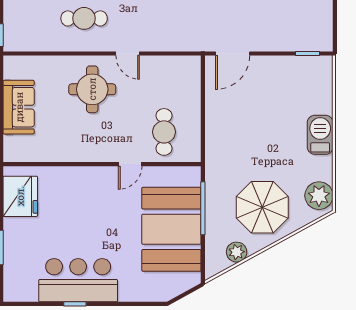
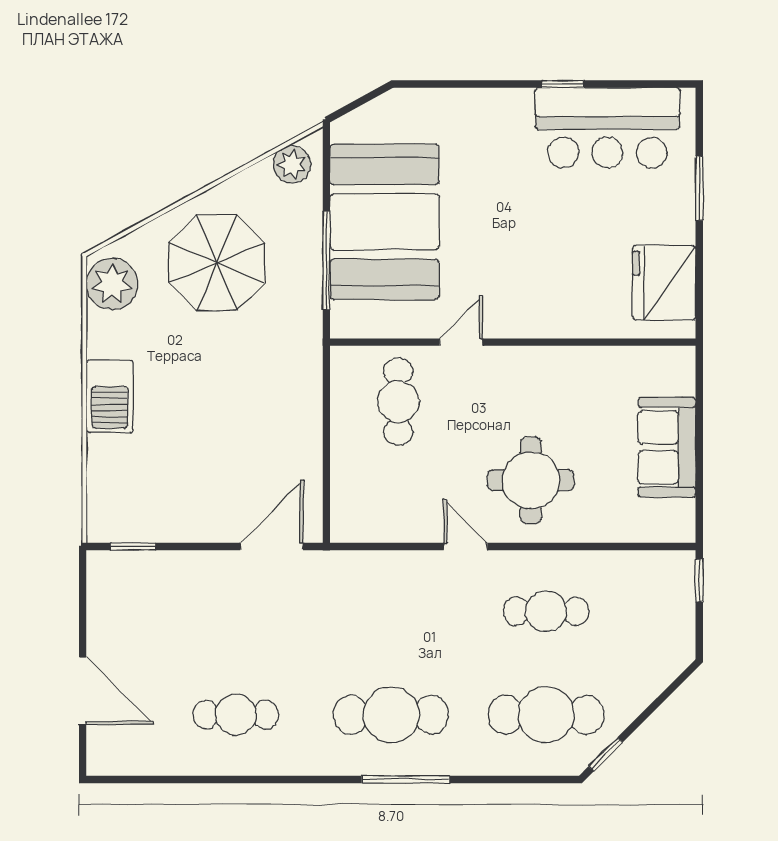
plant: (237, 252) -> (292, 165), moved
bar counter: (78, 280) -> (608, 128), moved

